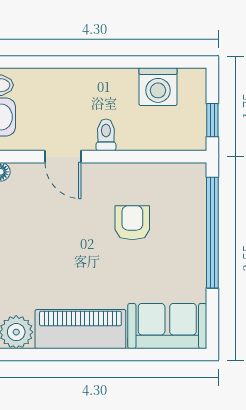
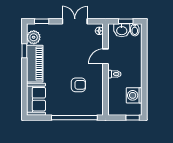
window: (212, 120) -> (133, 118), moved
window: (49, 354) -> (24, 51), added

